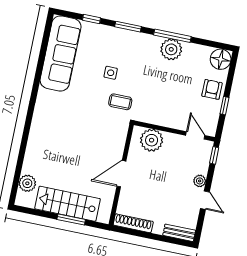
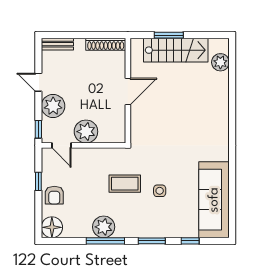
coffee table: (120, 102) -> (125, 184), moved, width x1.36, depth x1.30
plant: (152, 140) -> (86, 132), moved
plant: (200, 181) -> (53, 106), width x1.88, depth x1.88

